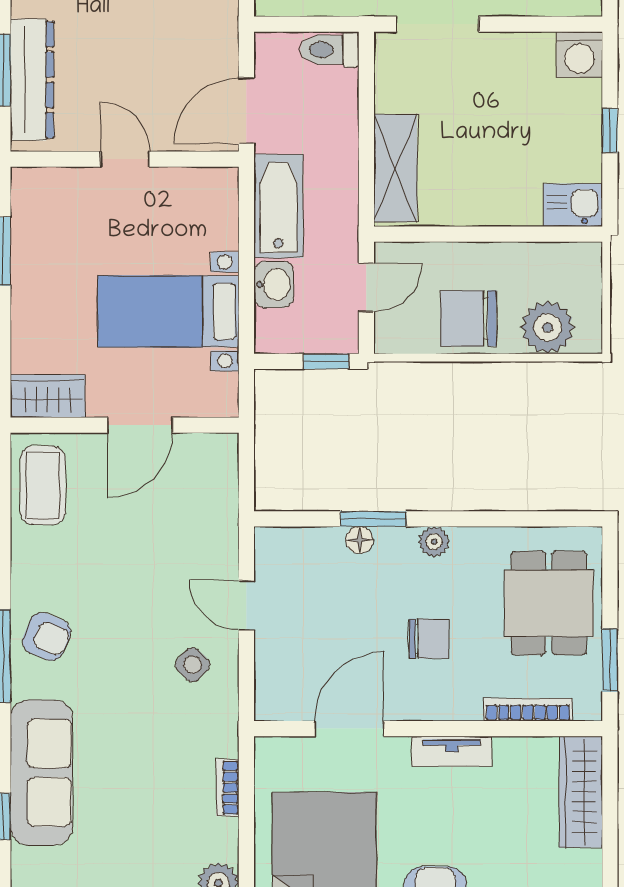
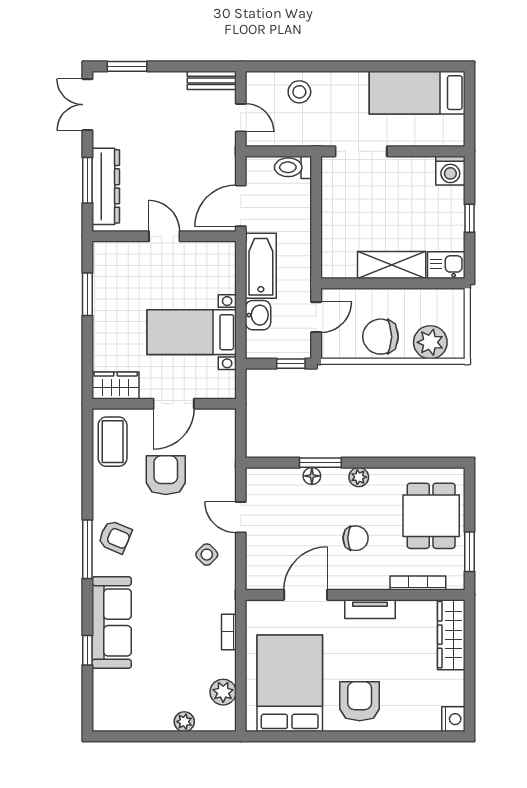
shelving: (395, 168) -> (392, 265), moved, turned 90
armchair: (127, 538) -> (166, 475), added

